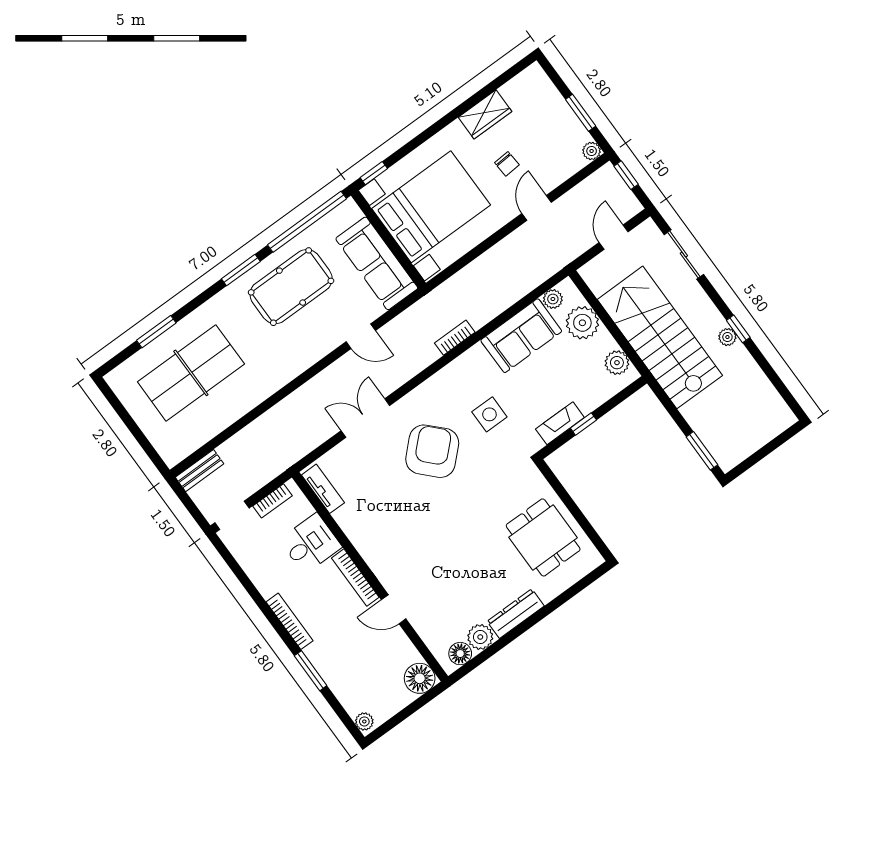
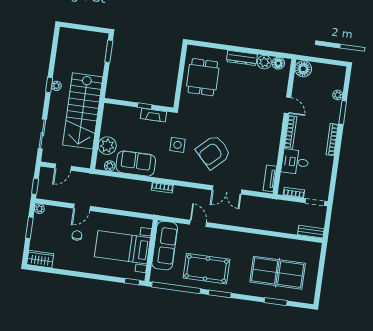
wardrobe: (485, 114) -> (40, 259), moved
bed with nightstands: (431, 207) -> (122, 247), width x0.73
plant: (617, 363) -> (109, 117), removed
plant: (364, 721) -> (338, 95), moved

